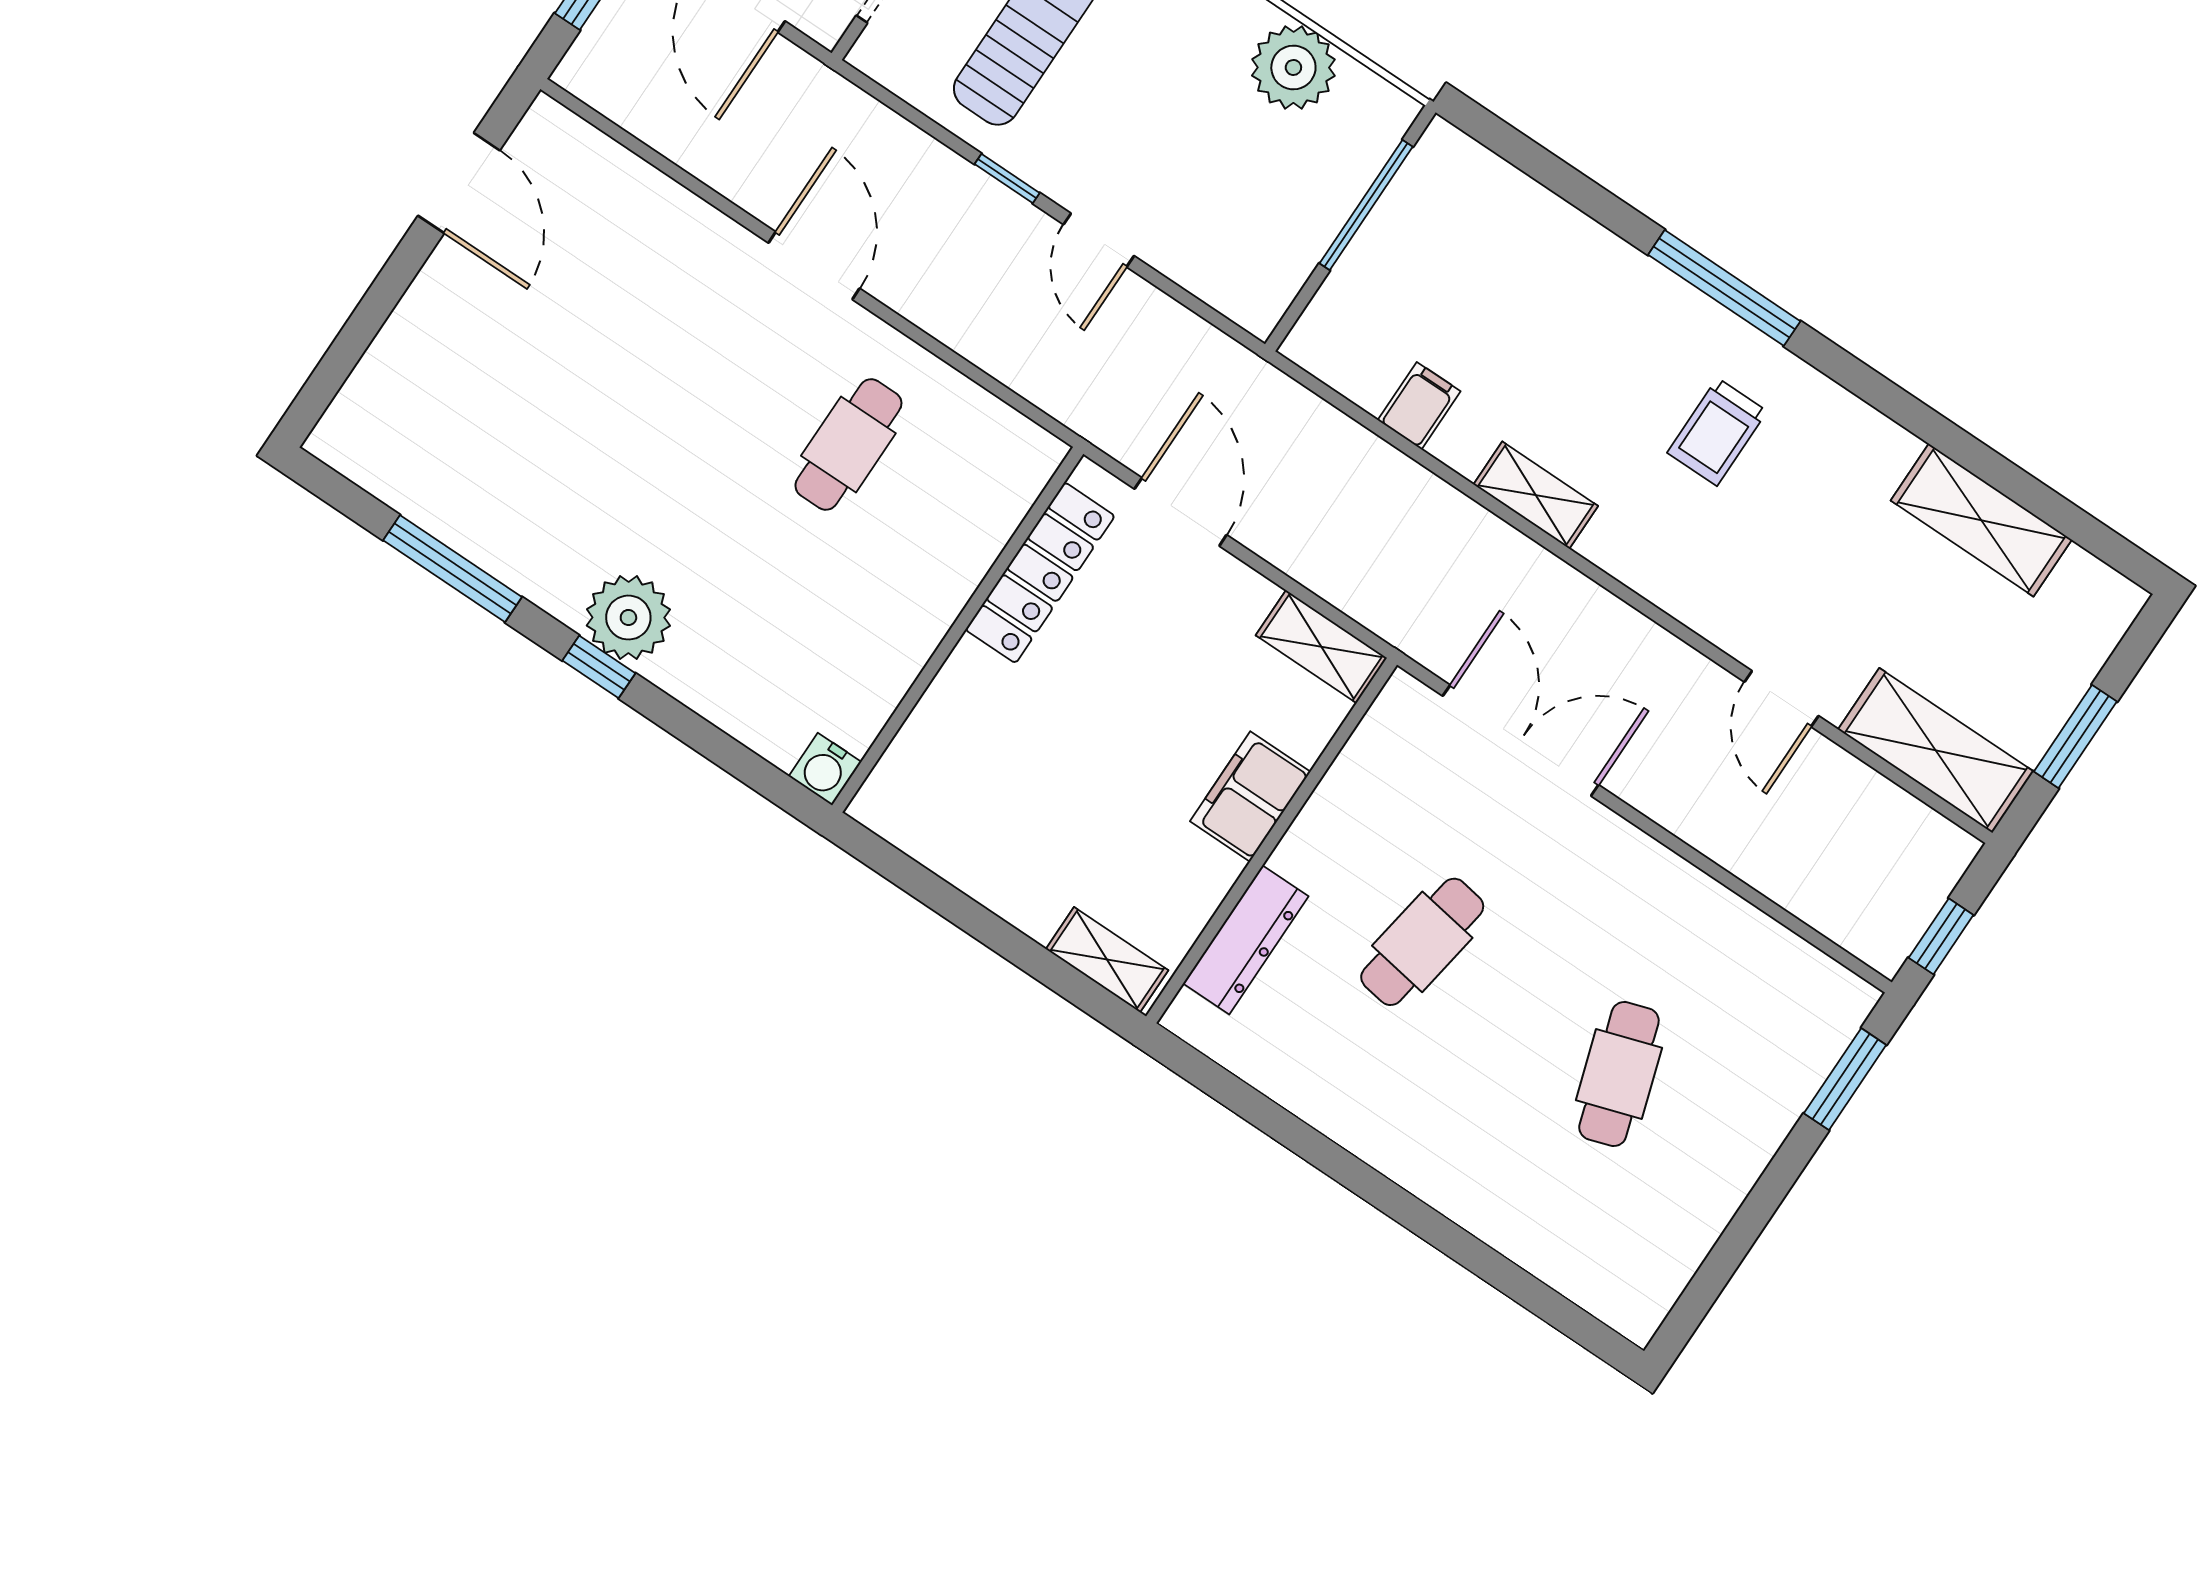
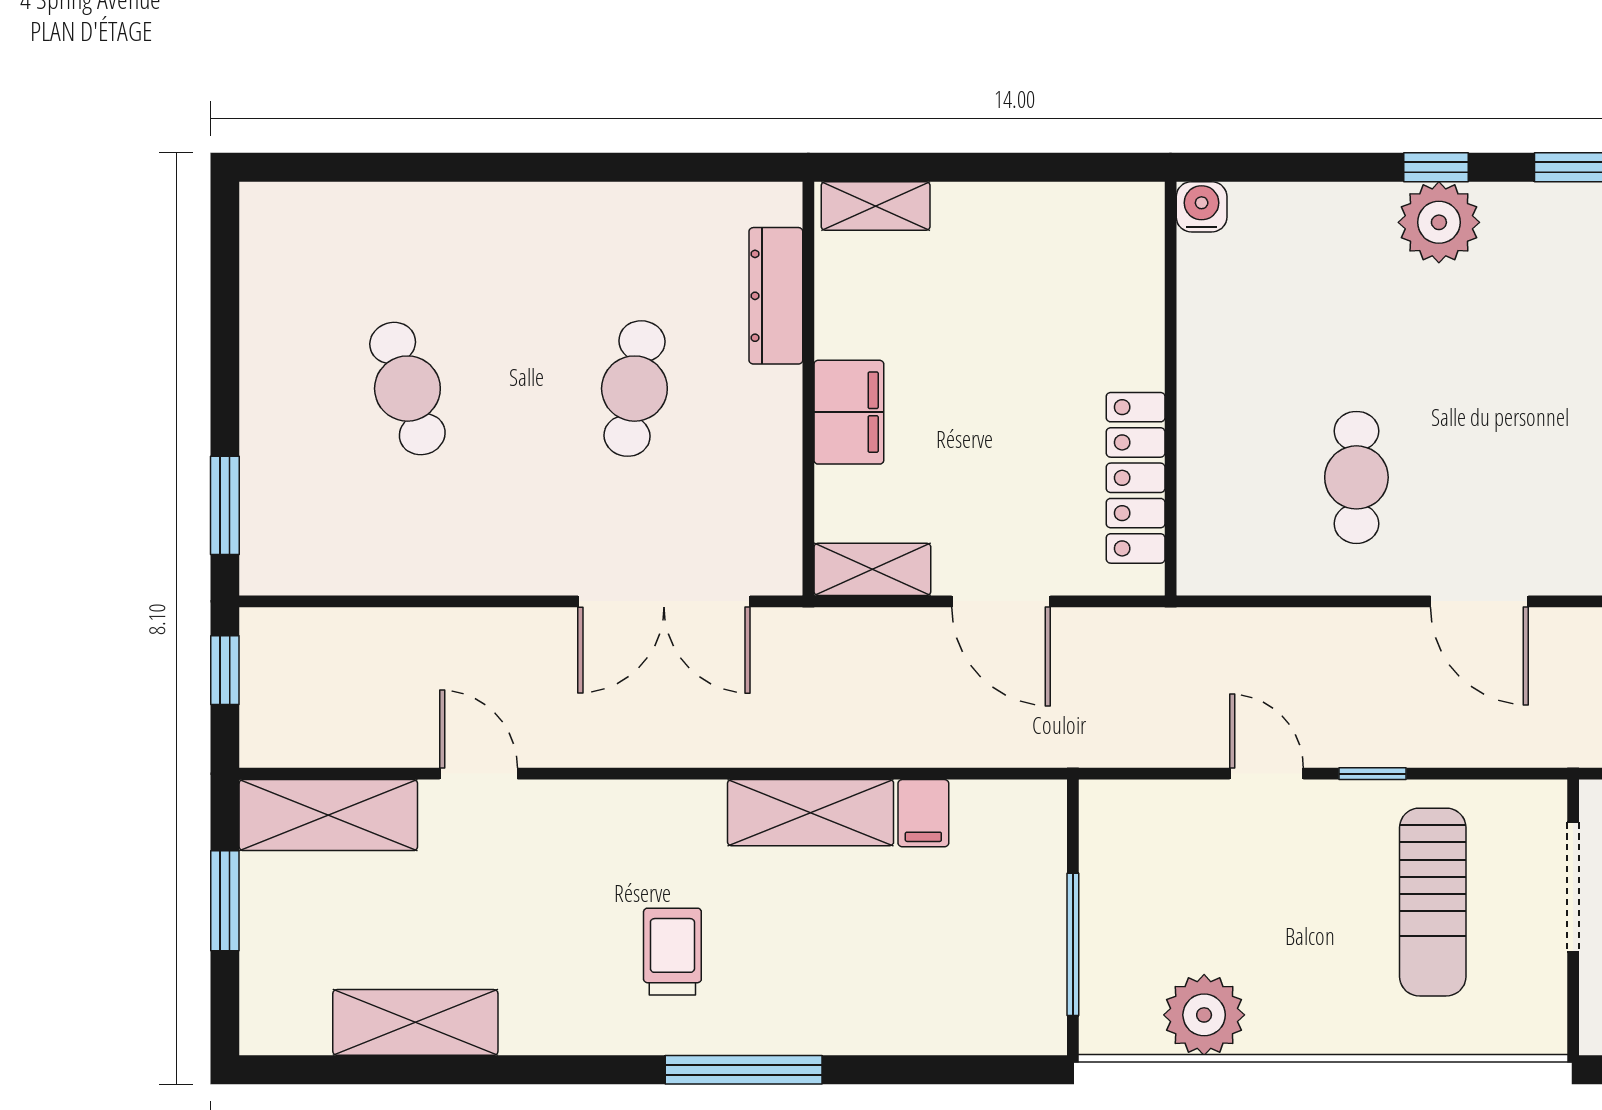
shelving: (1536, 495) -> (811, 813), width x1.50, depth x1.33
door: (1181, 512) -> (1001, 601), moved

